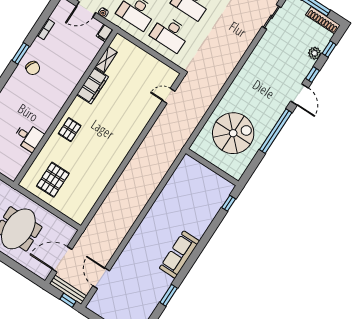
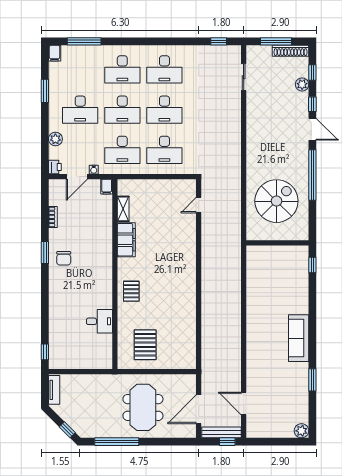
chair: (33, 68) -> (64, 258), turned 64

